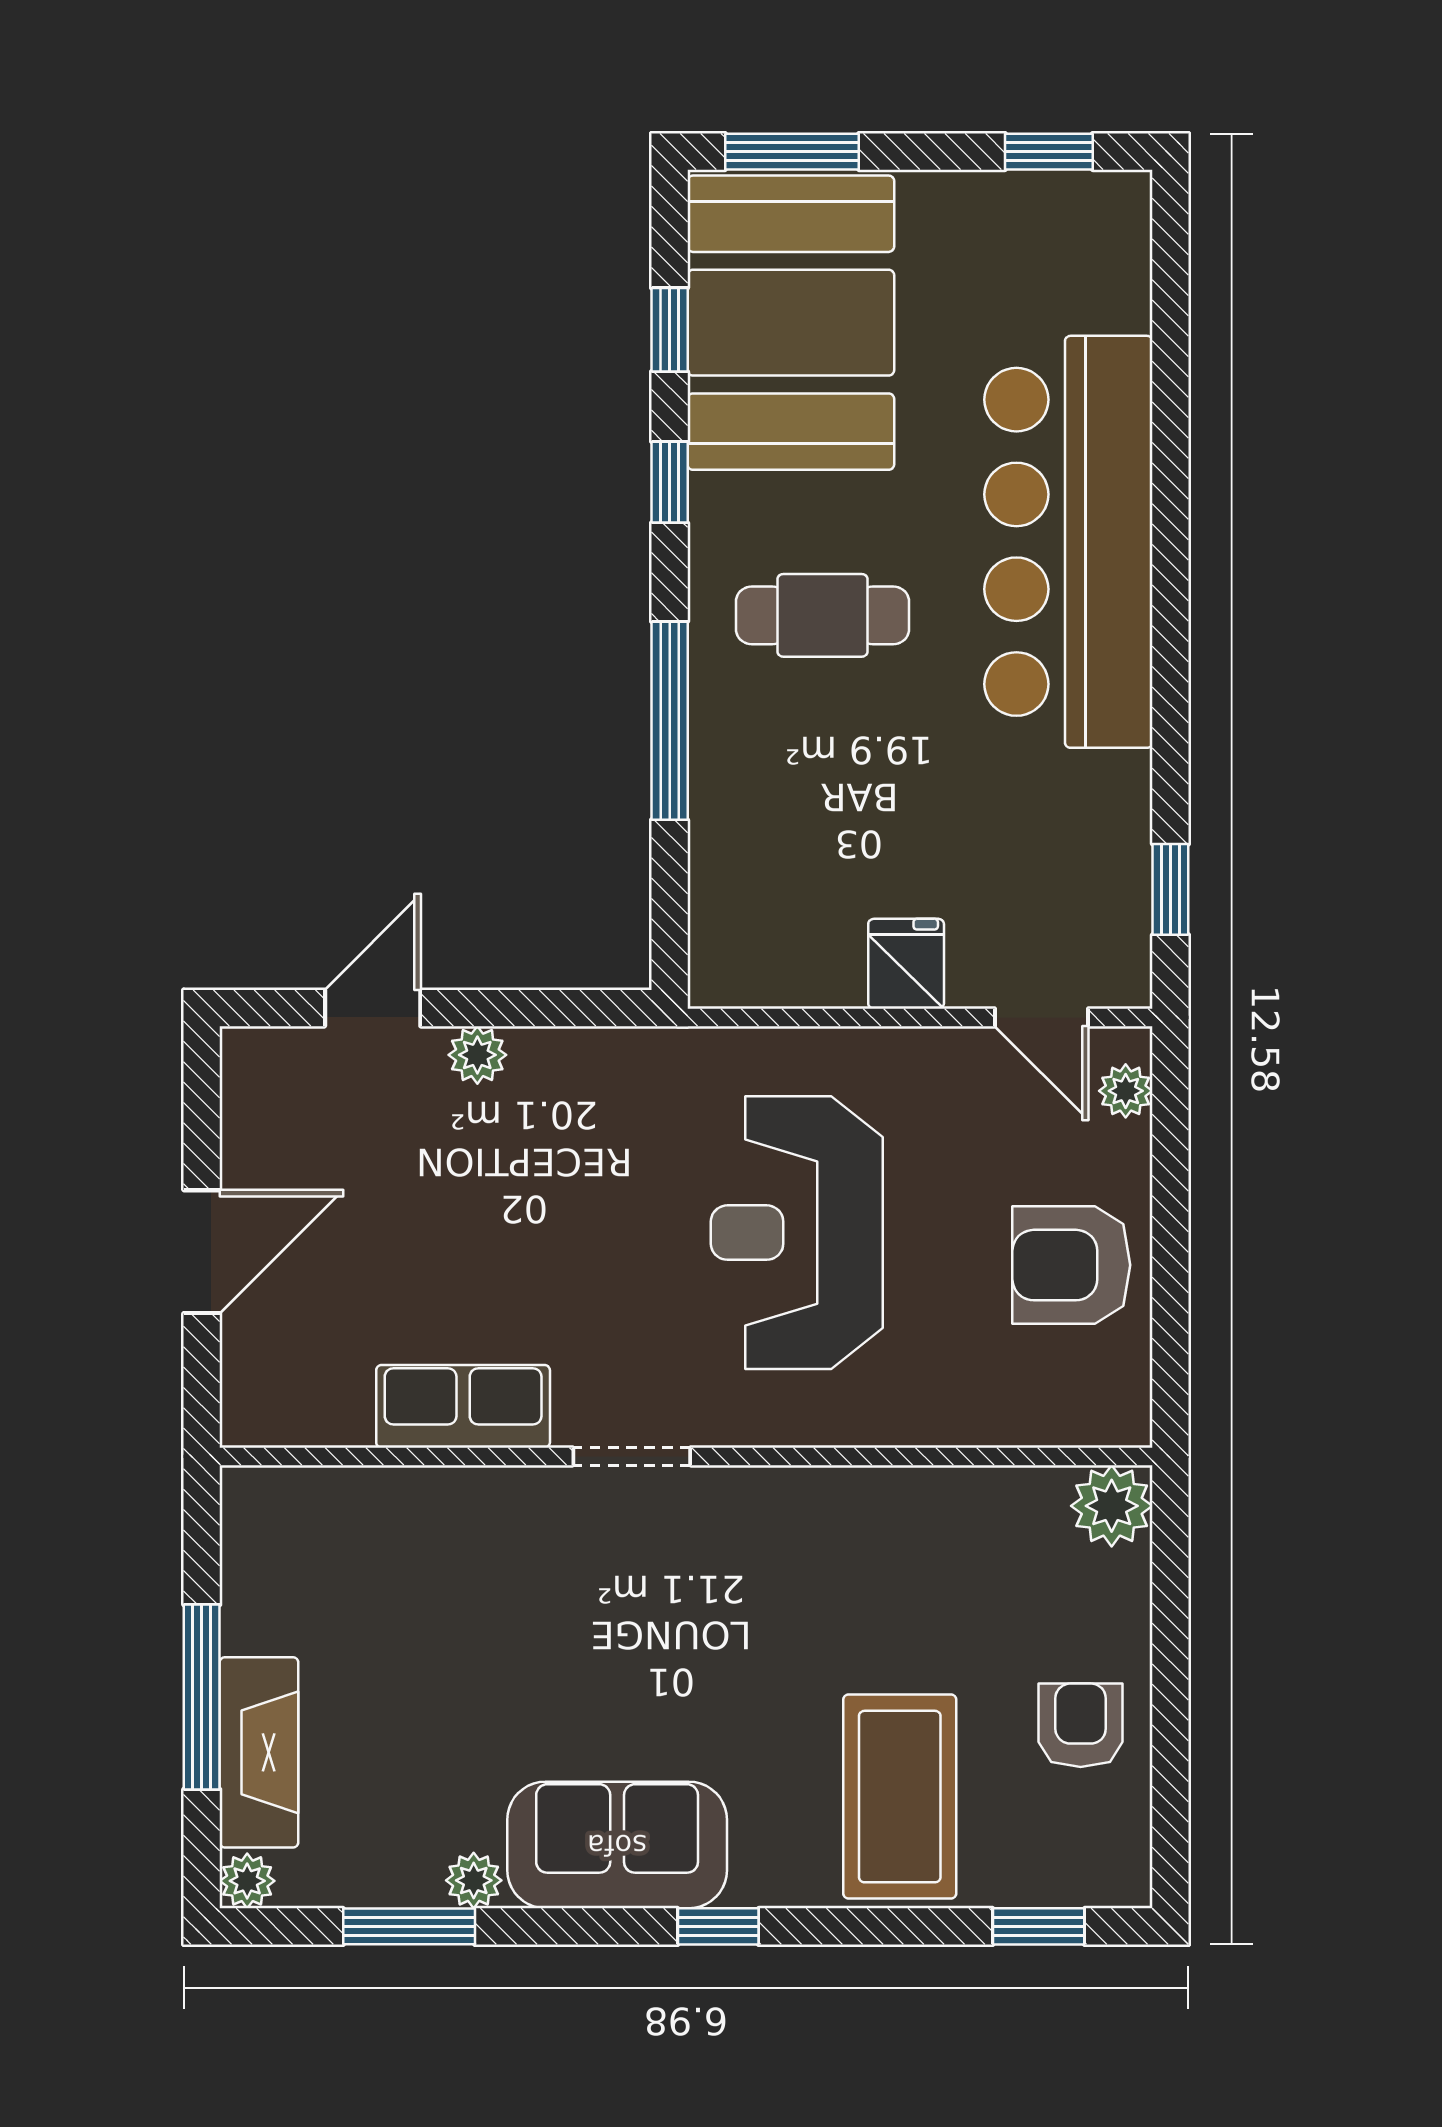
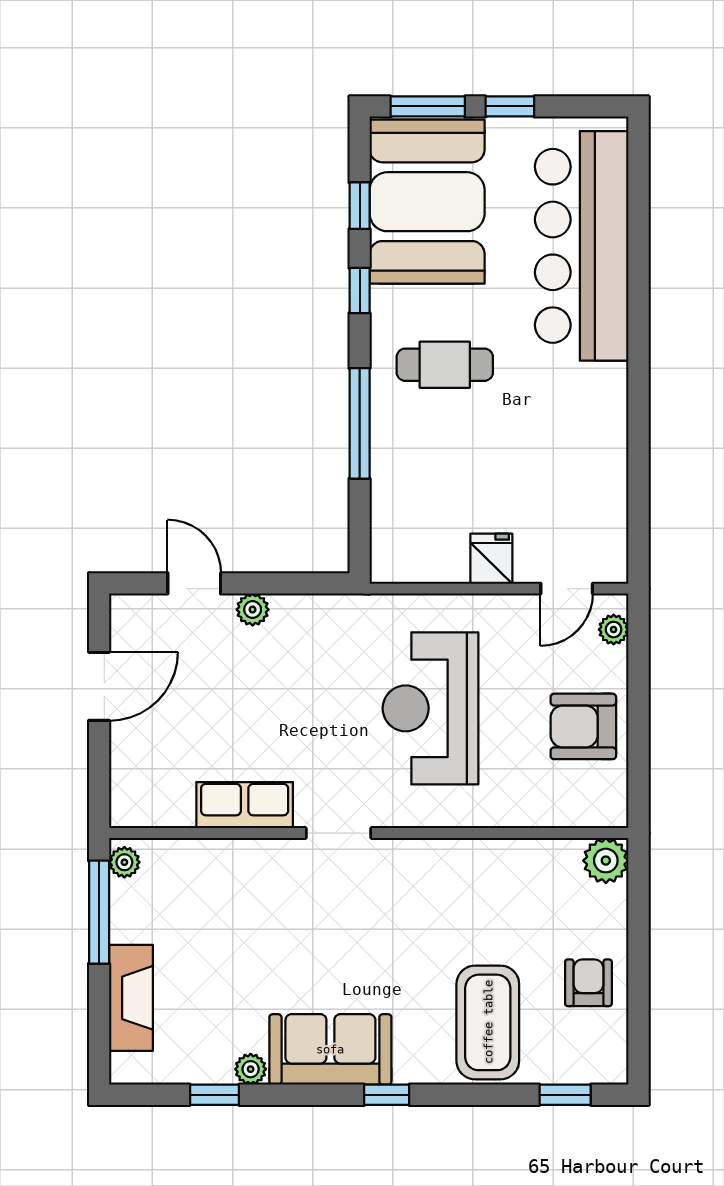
window: (1049, 152) -> (510, 106), moved
bar counter: (1068, 542) -> (582, 246), moved
window: (1170, 889) -> (639, 517), removed
door: (373, 1008) -> (194, 583), hinge flipped
door: (1041, 1017) -> (567, 589), hinge flipped
door: (202, 1252) -> (99, 686), moved
window: (202, 1697) -> (99, 912), moved
plant: (247, 1881) -> (124, 862), moved
window: (409, 1926) -> (215, 1095), width x0.67

